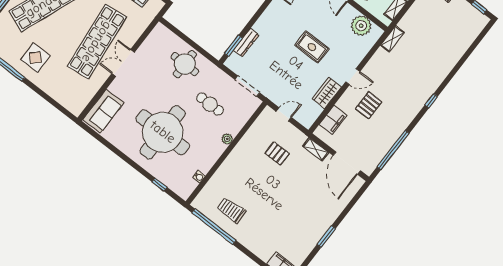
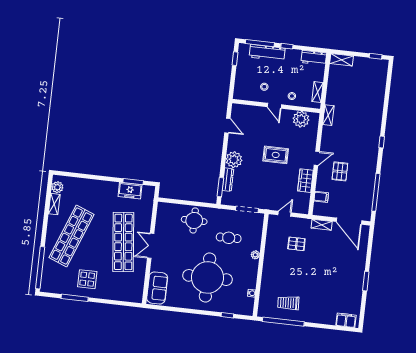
plant: (265, 26) -> (234, 160), added
filing cabinet: (333, 120) -> (321, 197), width x0.50

